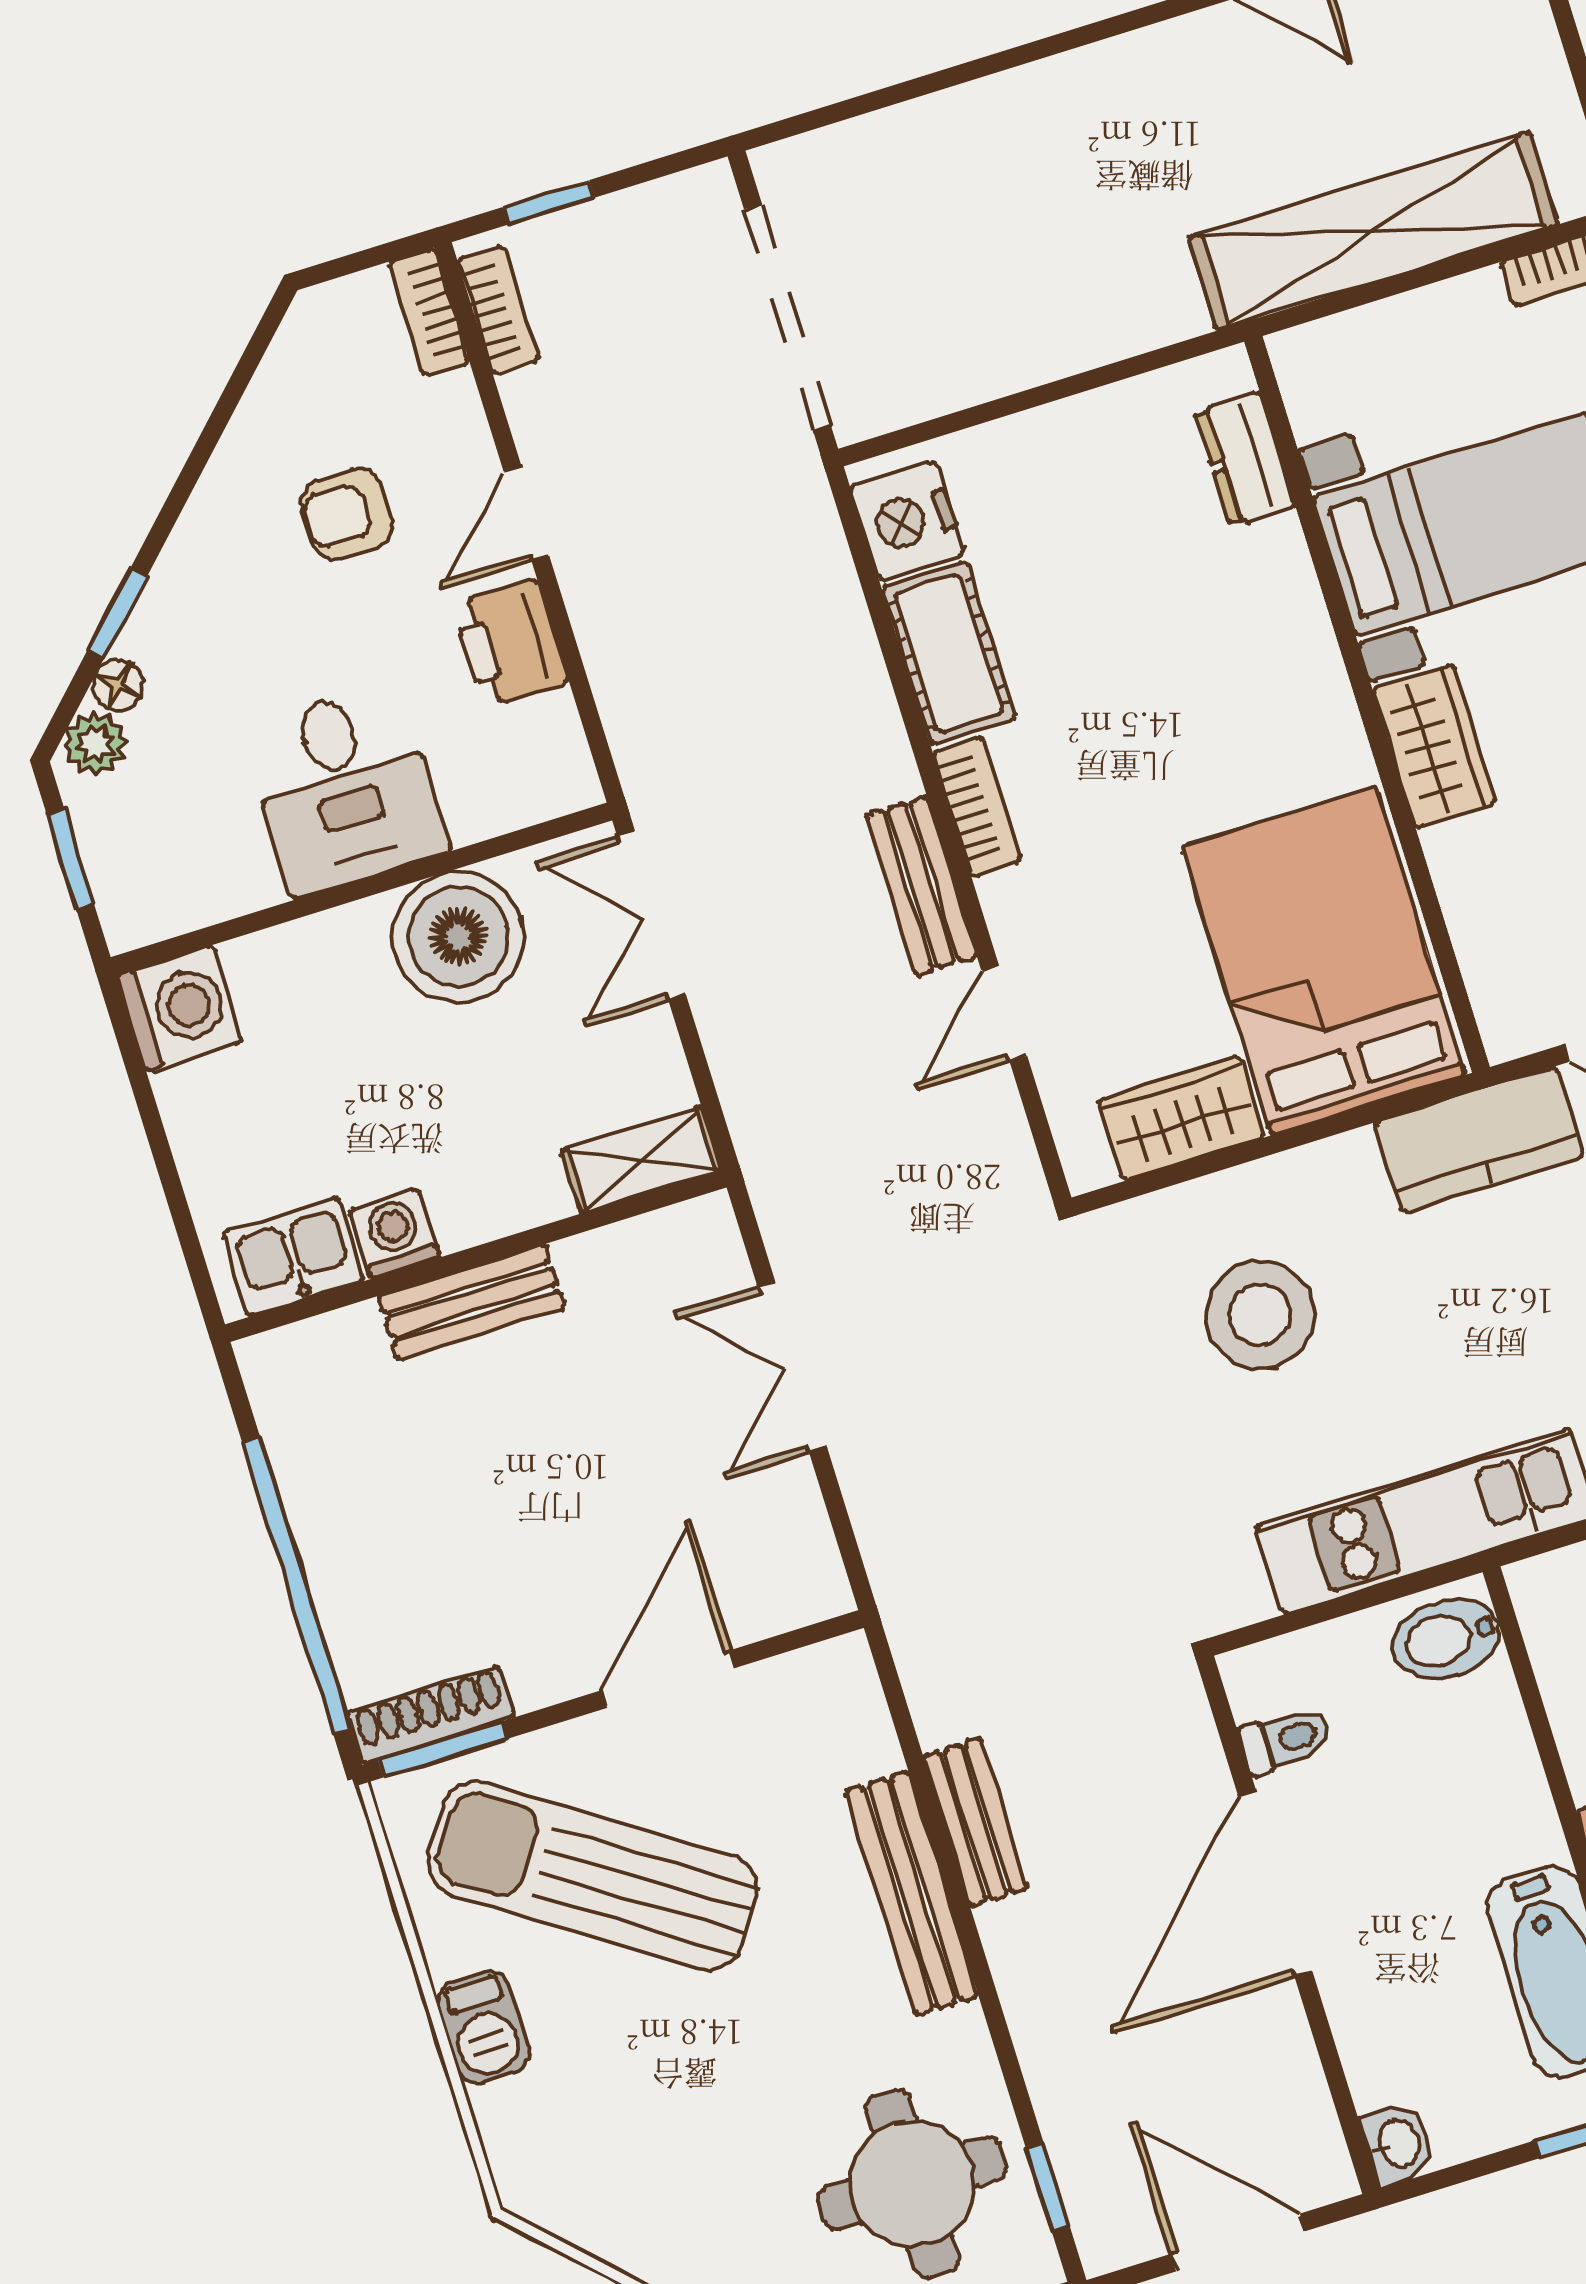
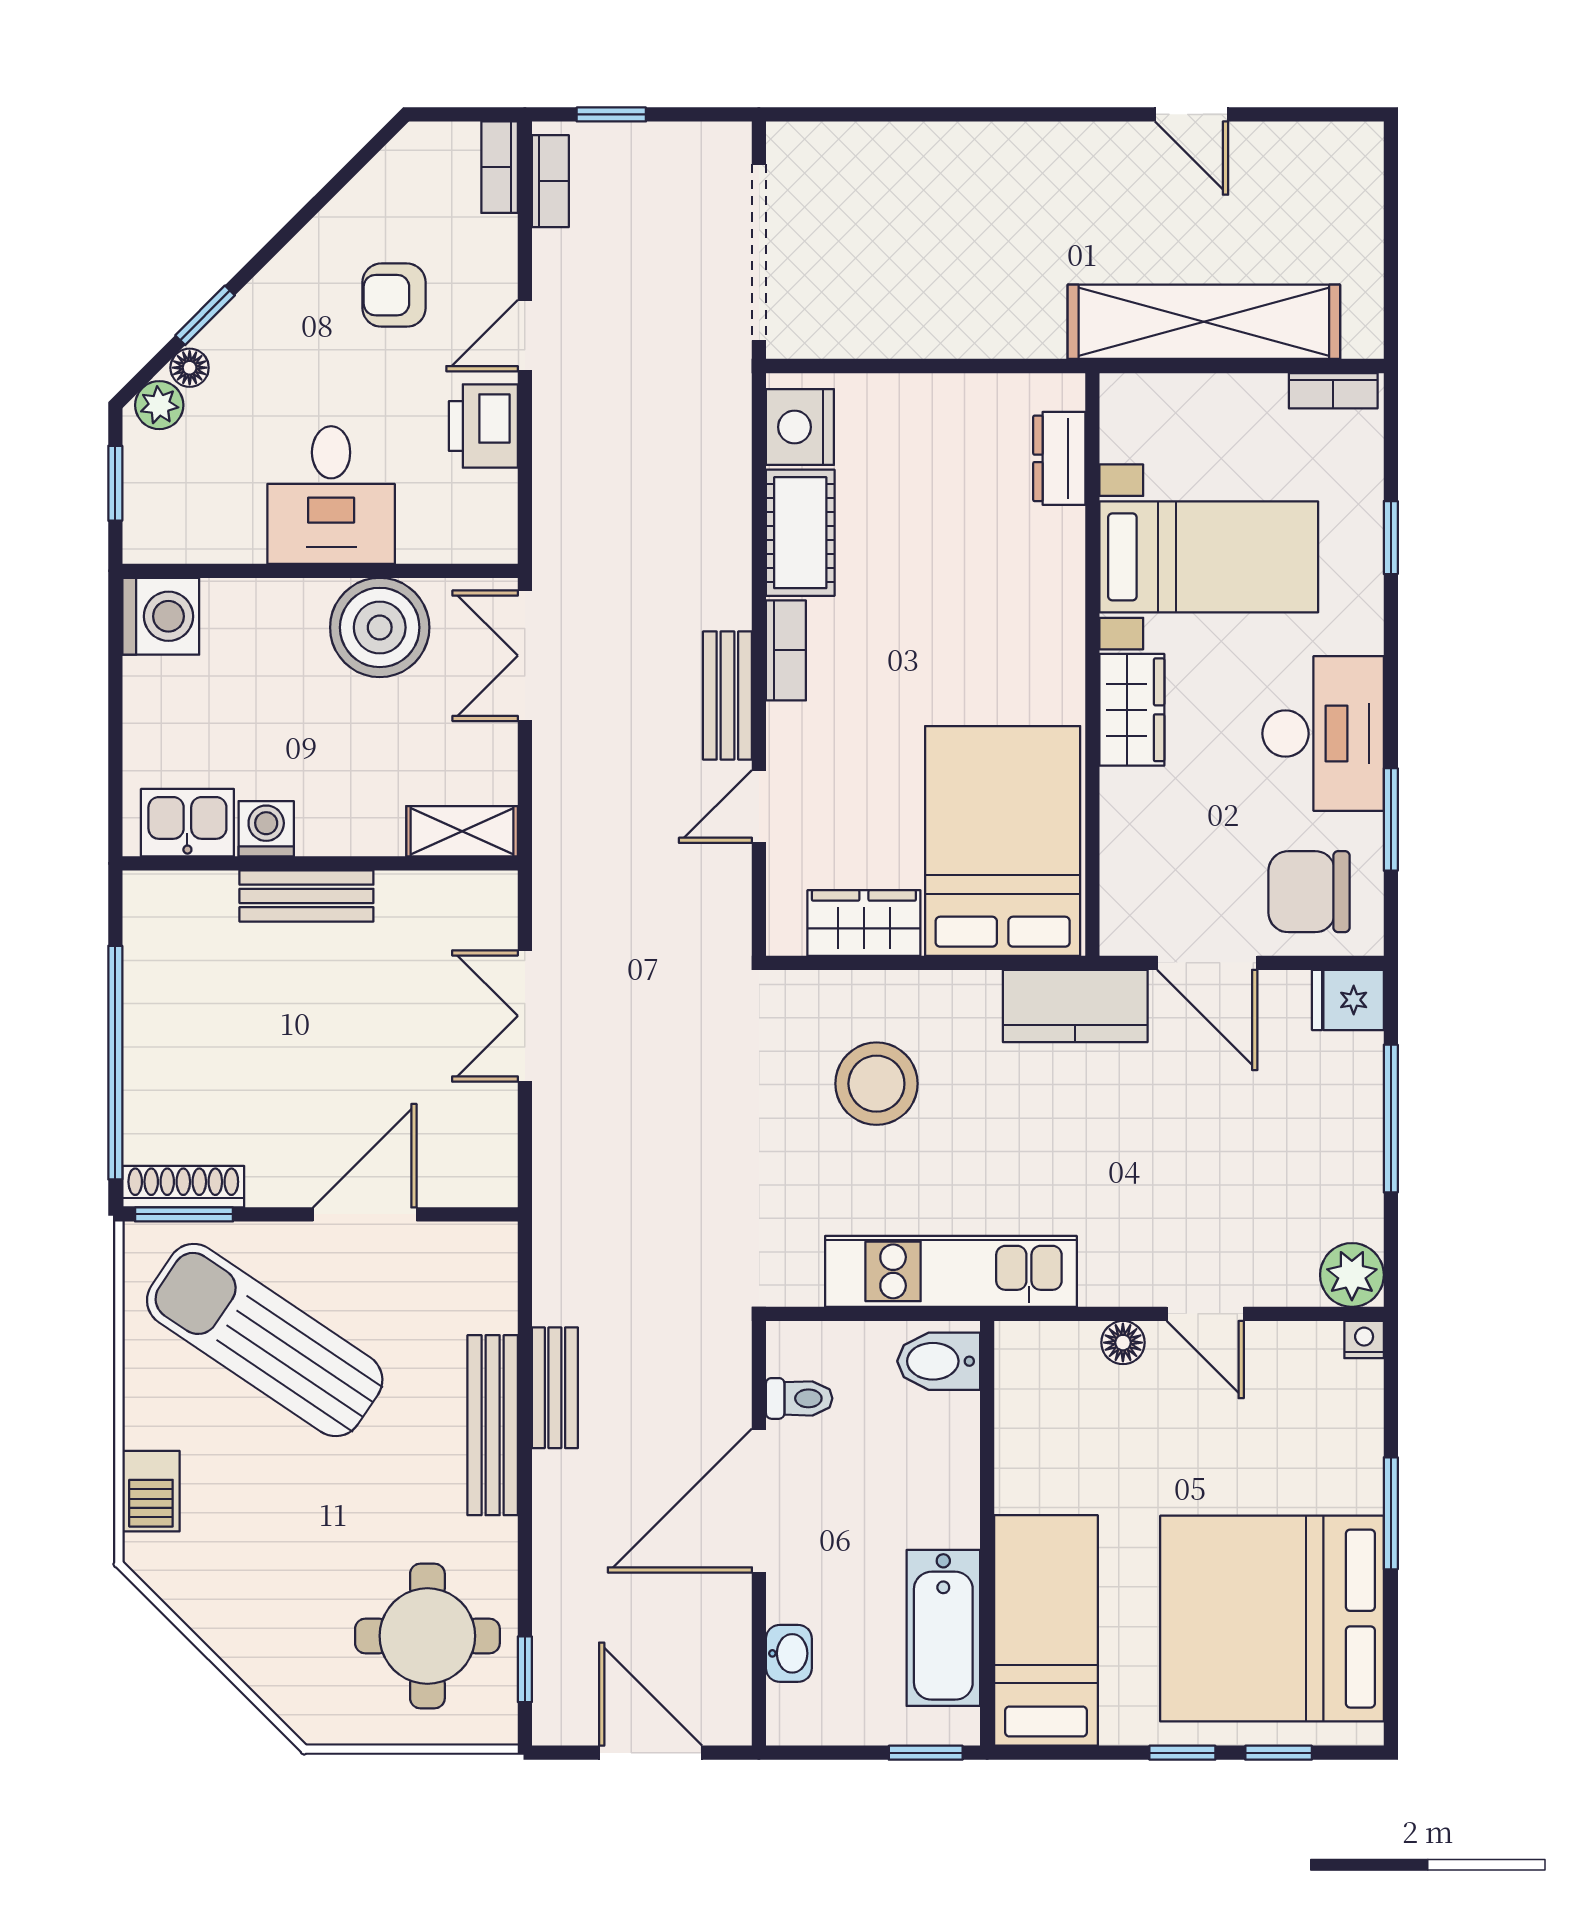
barbecue: (483, 2027) -> (151, 1491), moved
washbasin: (1398, 2144) -> (789, 1653), moved

